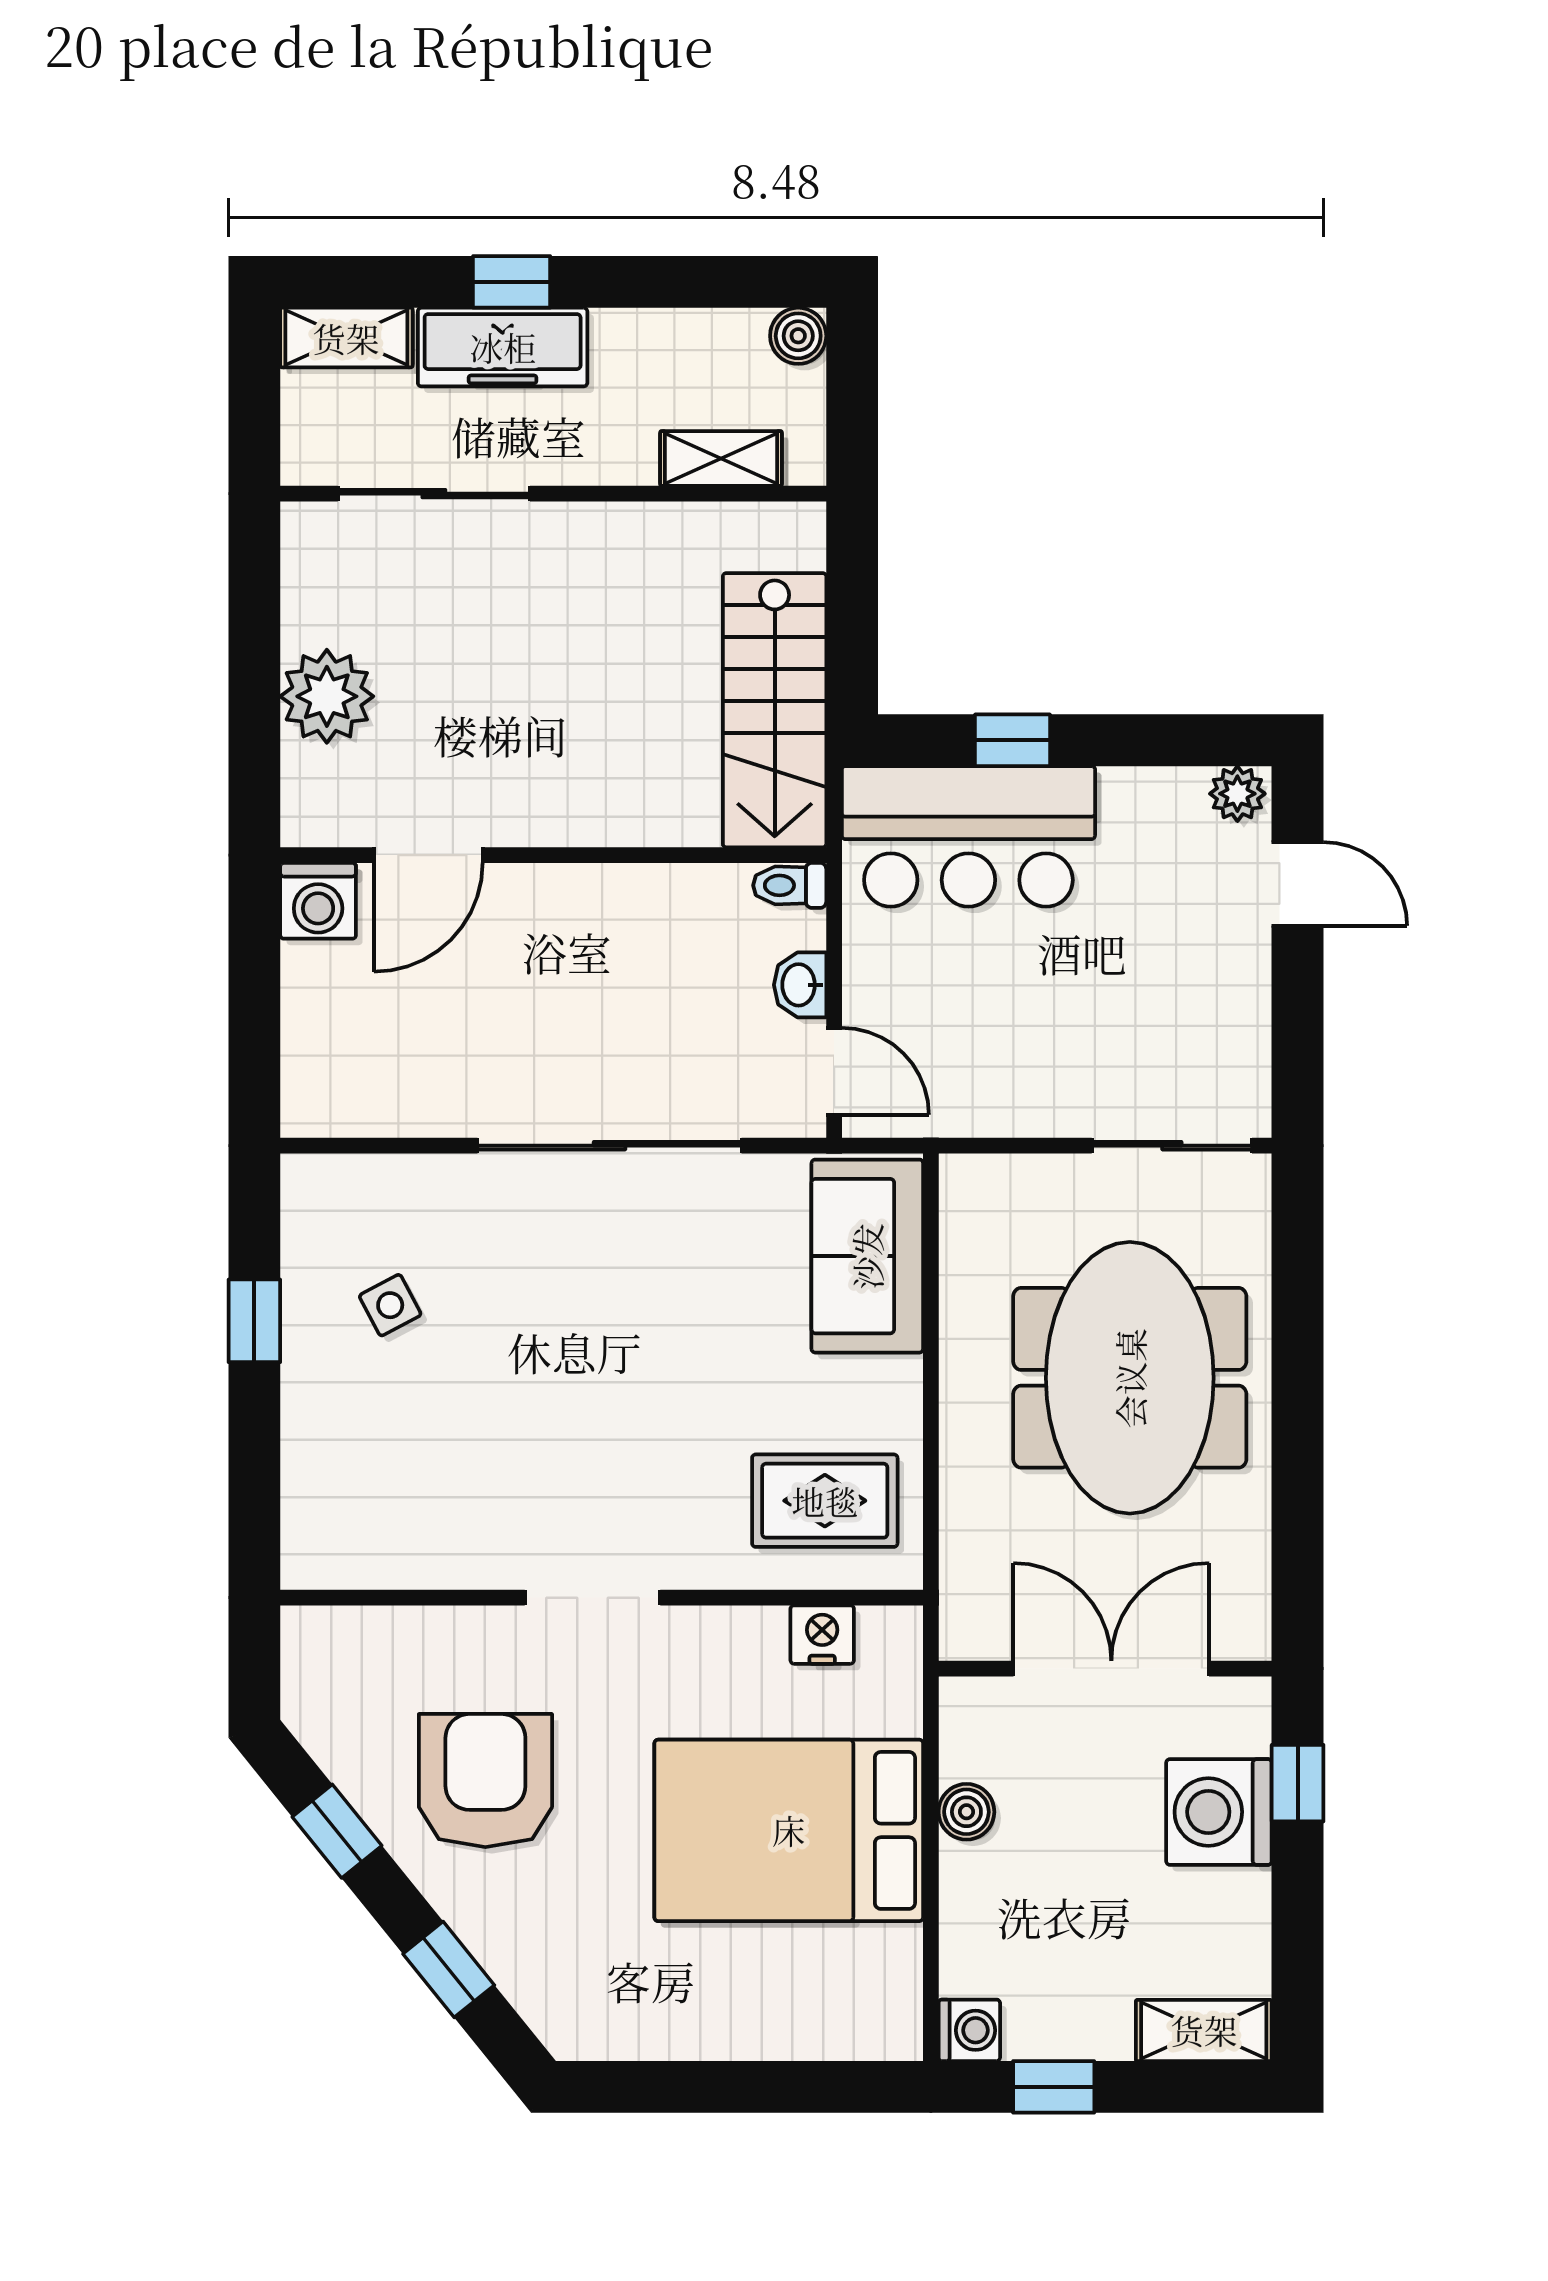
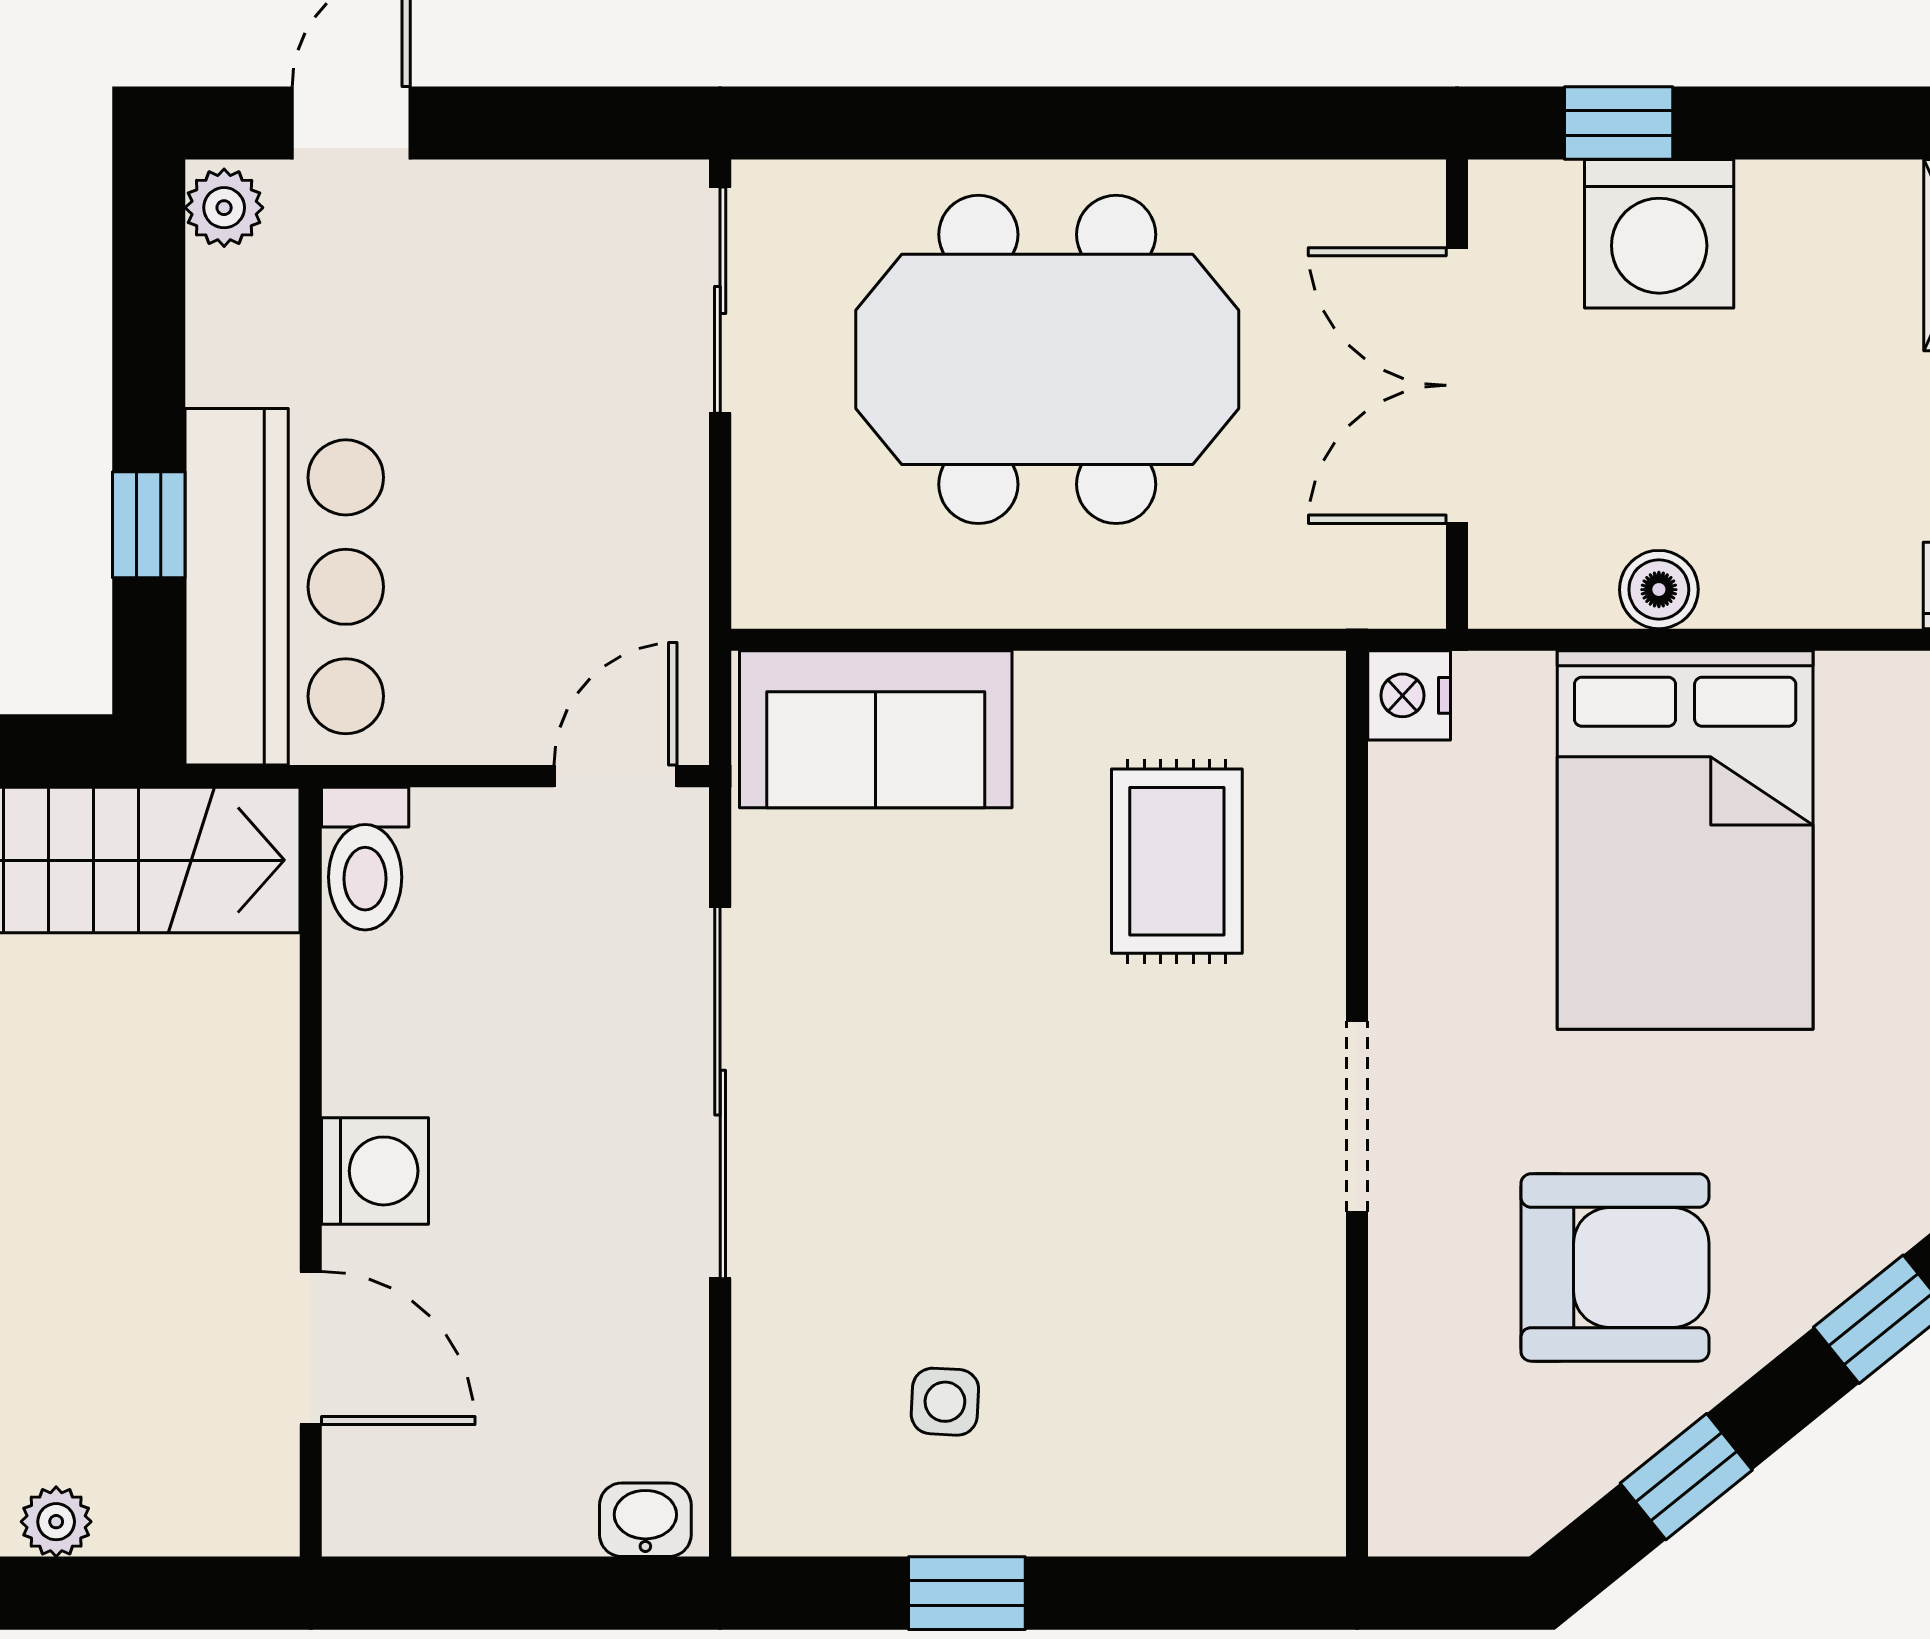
plant: (327, 696) -> (56, 1522), width x0.53, depth x0.53
toilet: (790, 885) -> (365, 859), width x1.37, depth x1.39
washing machine: (318, 901) -> (375, 1171), moved
washbasin: (800, 985) -> (645, 1520), moved, turned 180
side table: (390, 1305) -> (945, 1402), turned 31
rug: (825, 1501) -> (1177, 861), moved
nightstand: (822, 1635) -> (1409, 695), moved
armchair: (485, 1781) -> (1615, 1267), turned 180

